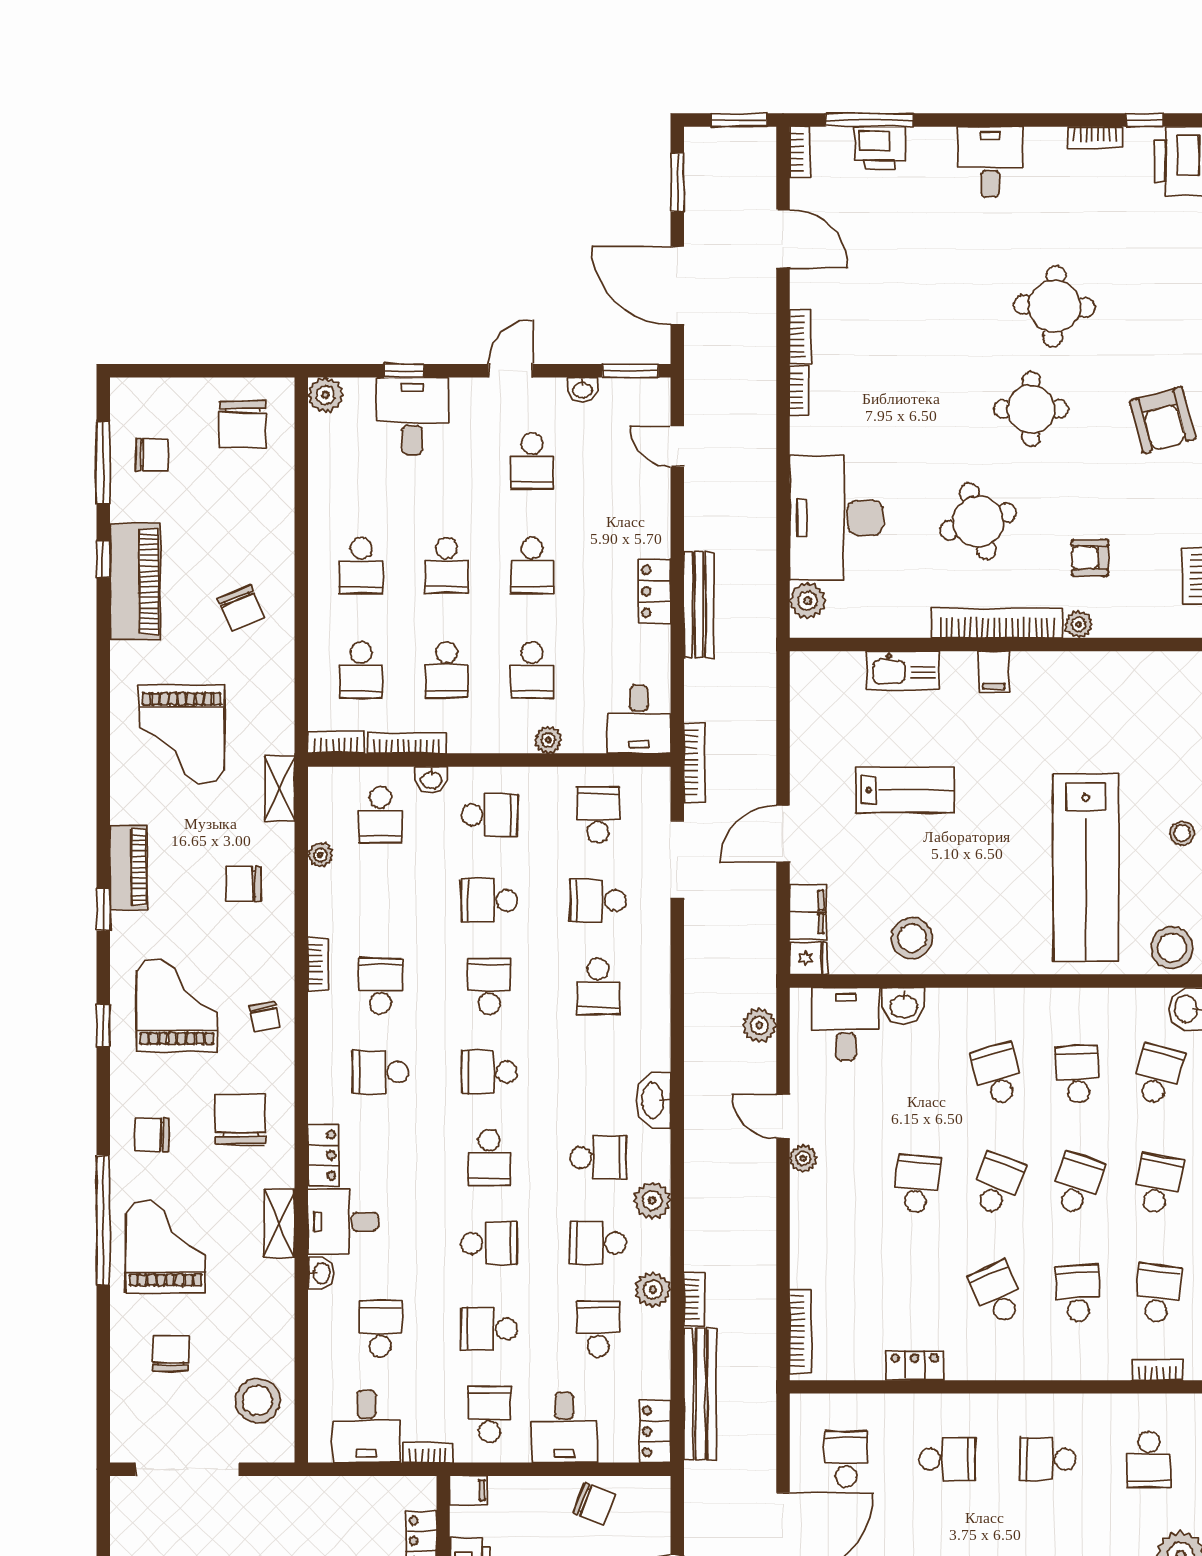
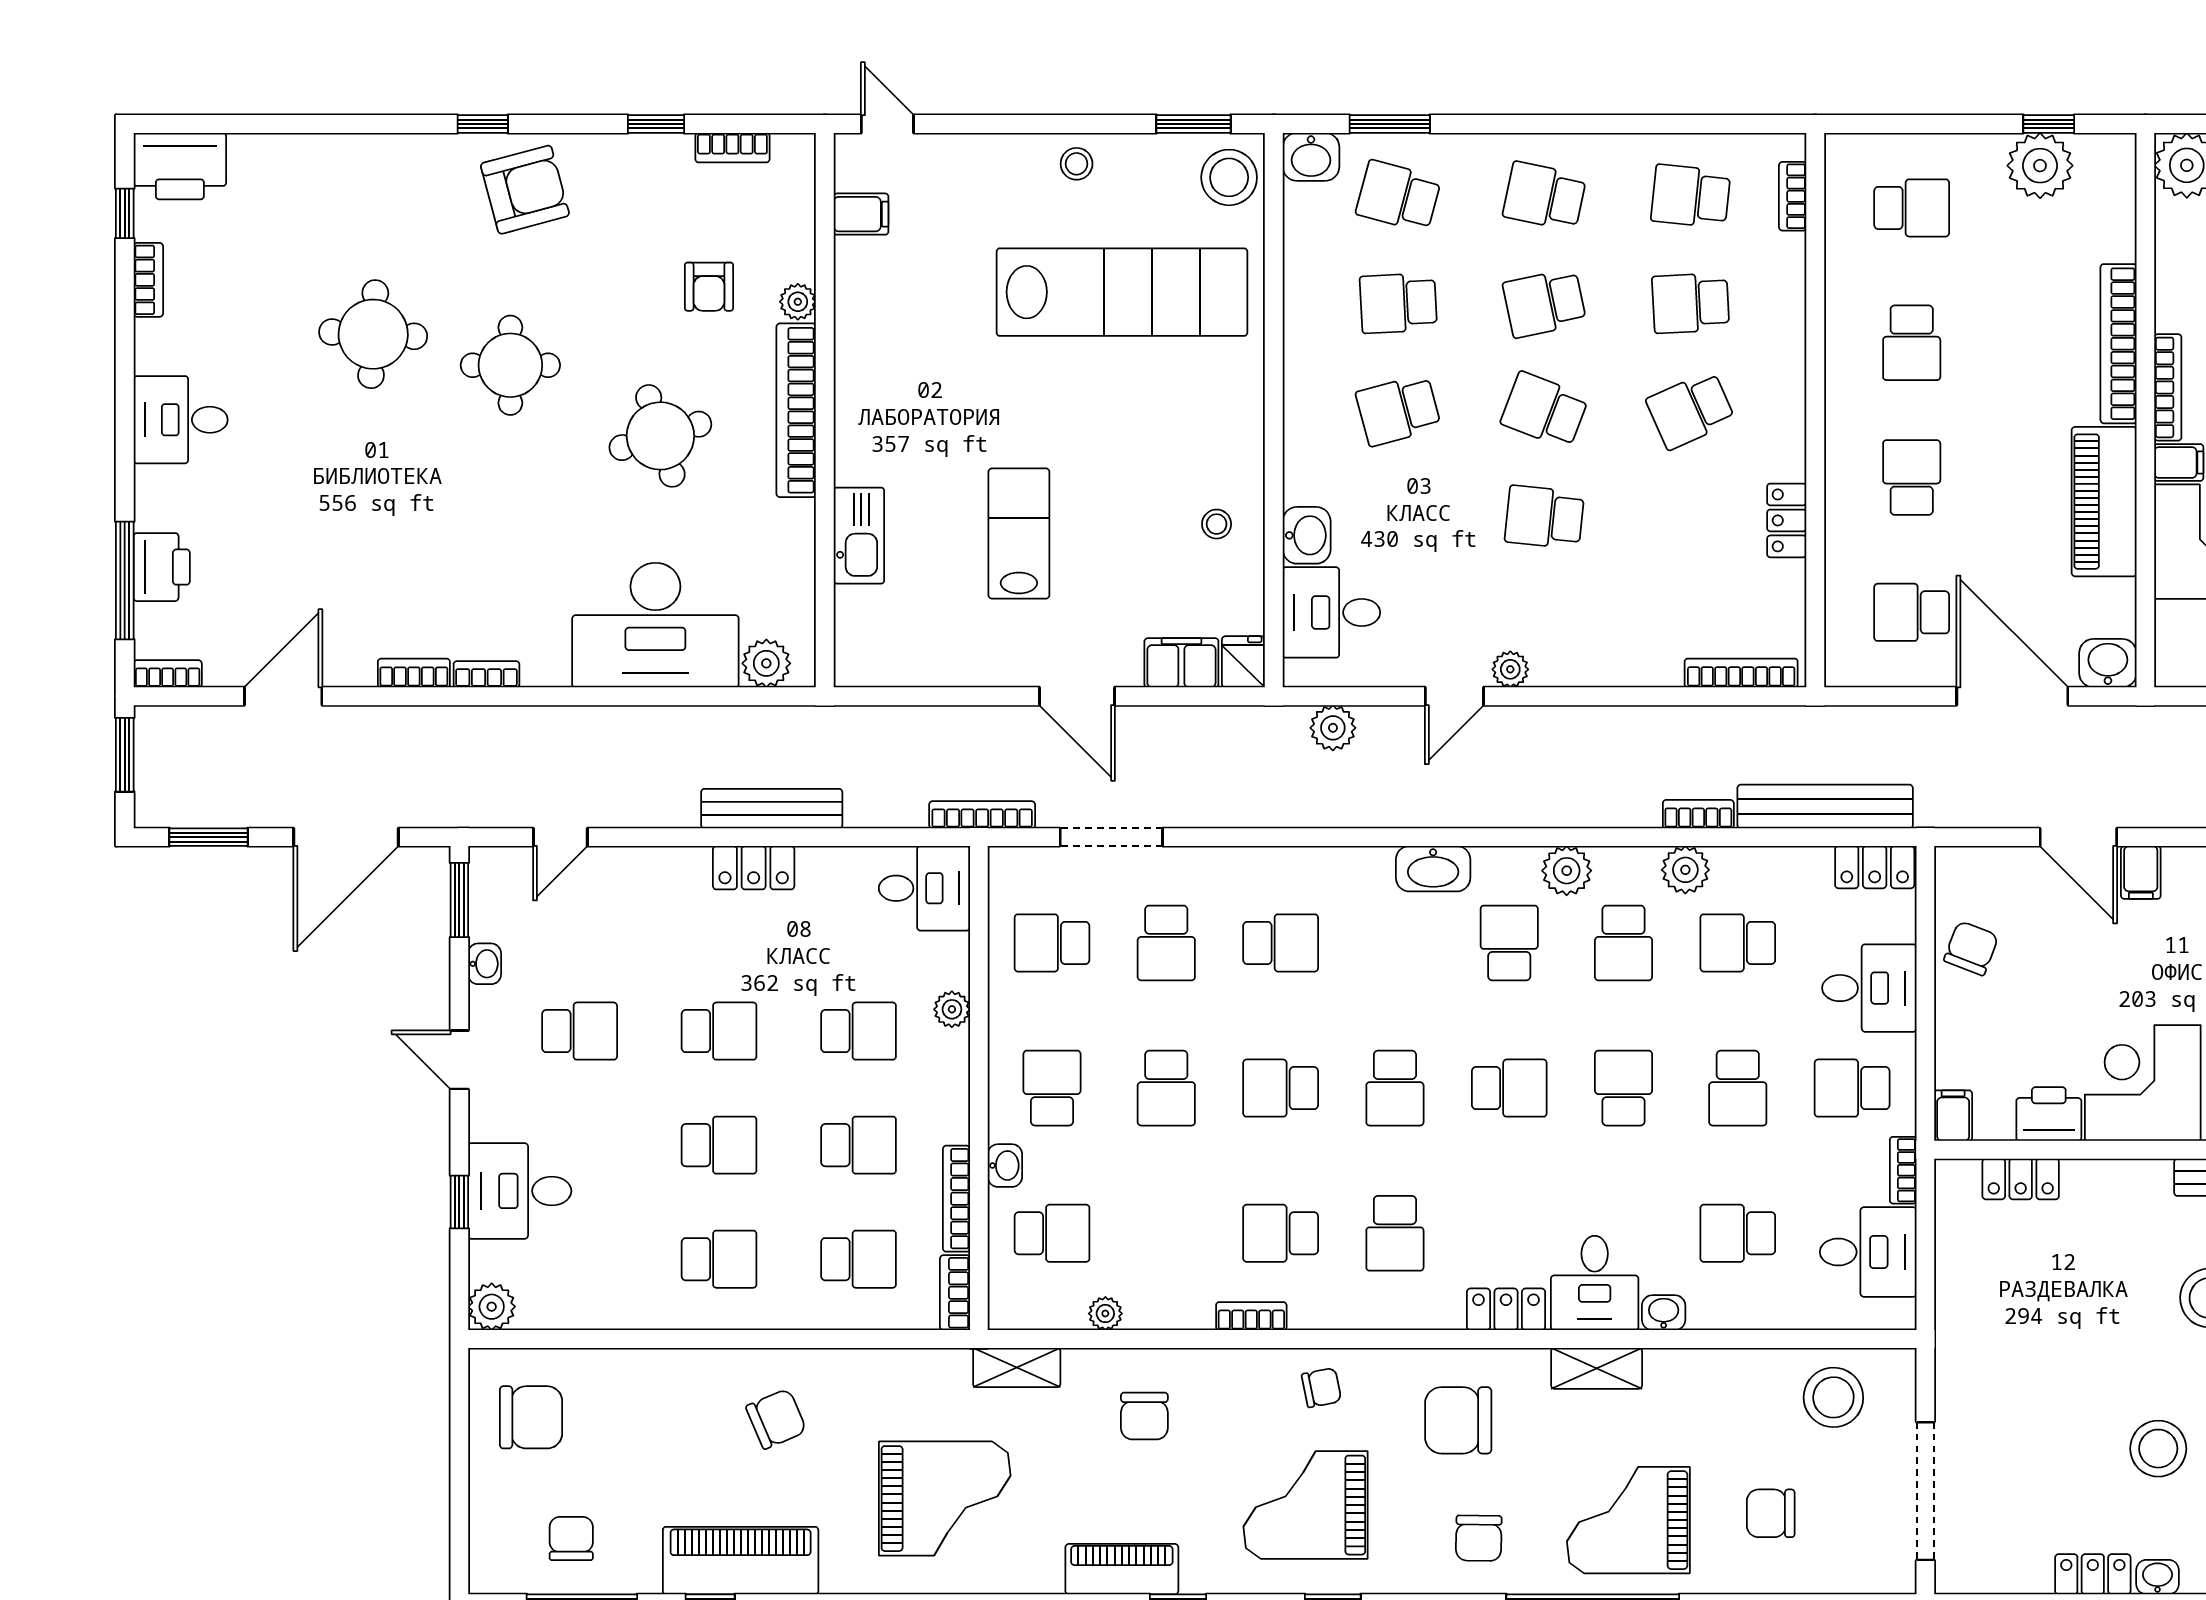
filing cabinet: (994, 672) -> (861, 214), moved
stool: (912, 938) -> (1217, 524), width x0.53, depth x0.53
school desk: (1078, 1184) -> (1545, 303), turned -30

